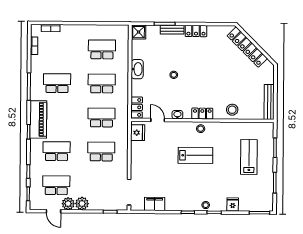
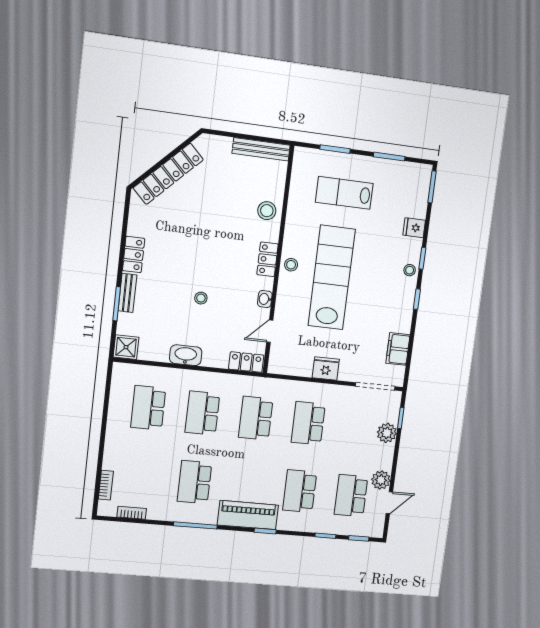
fridge: (138, 133) -> (326, 369), moved
lab bench: (195, 155) -> (332, 278), width x1.86, depth x1.39
plant: (82, 204) -> (387, 433), moved

